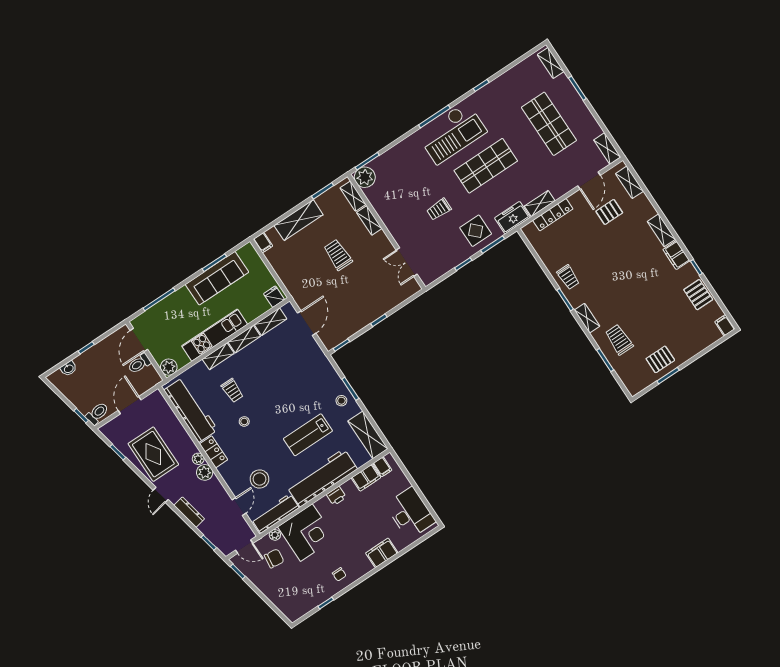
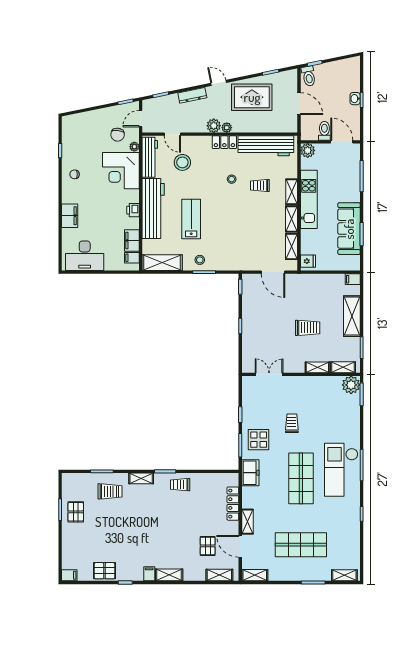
shelving: (540, 203) -> (247, 522), moved
filing cabinet: (676, 255) -> (149, 574), width x0.50
washbasin: (69, 369) -> (355, 99), moved

